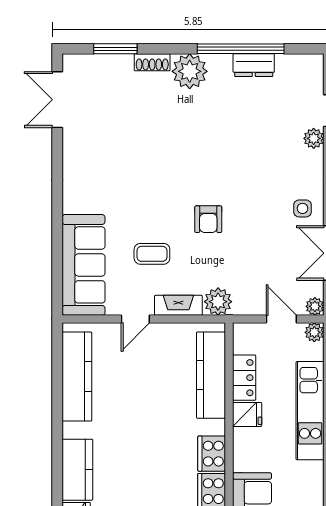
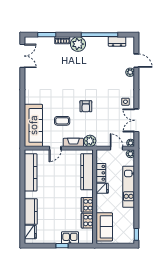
dresser: (254, 65) -> (117, 41), moved
double door: (57, 100) -> (22, 56), swing flipped

